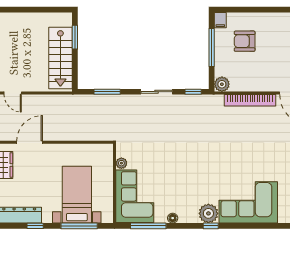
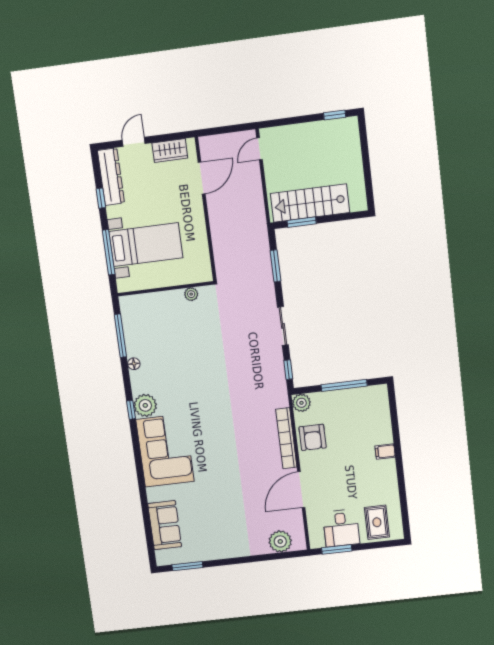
filing cabinet: (220, 20) -> (385, 452), moved
window: (75, 37) -> (302, 222), moved
armchair: (245, 41) -> (313, 437), moved, turned 180
door: (30, 142) -> (202, 178), hinge flipped
corner sofa: (135, 196) -> (154, 315), removed

